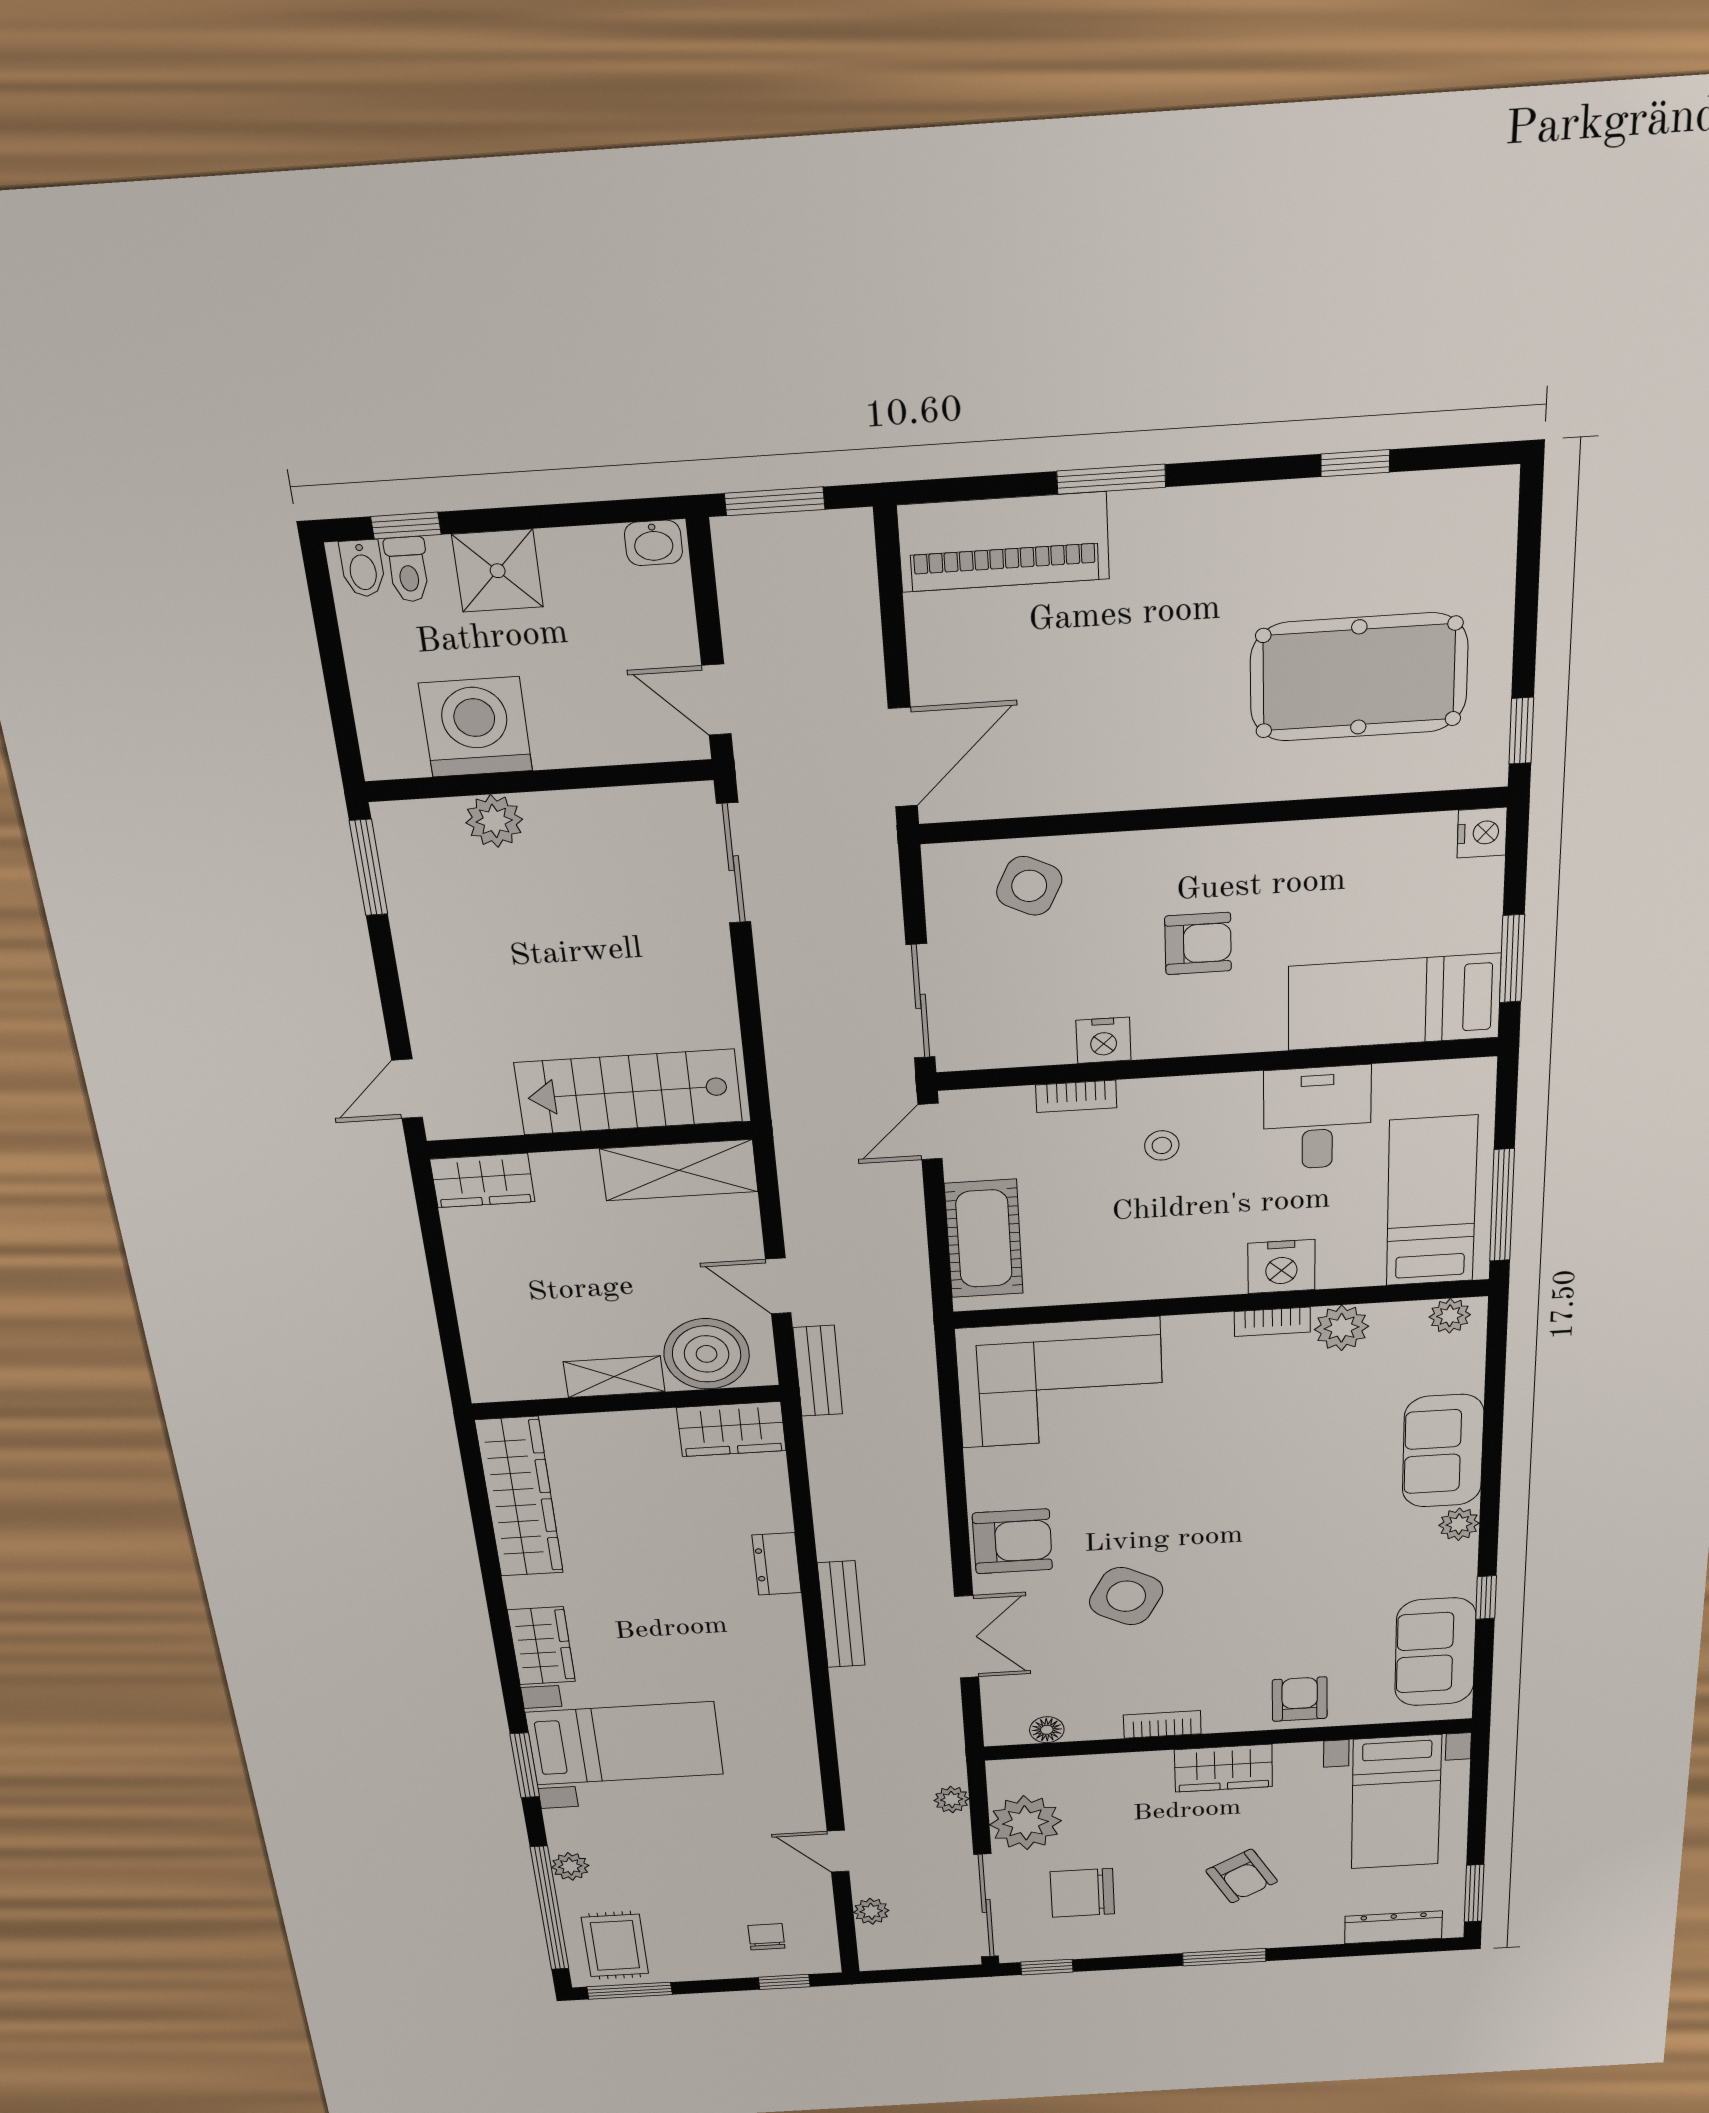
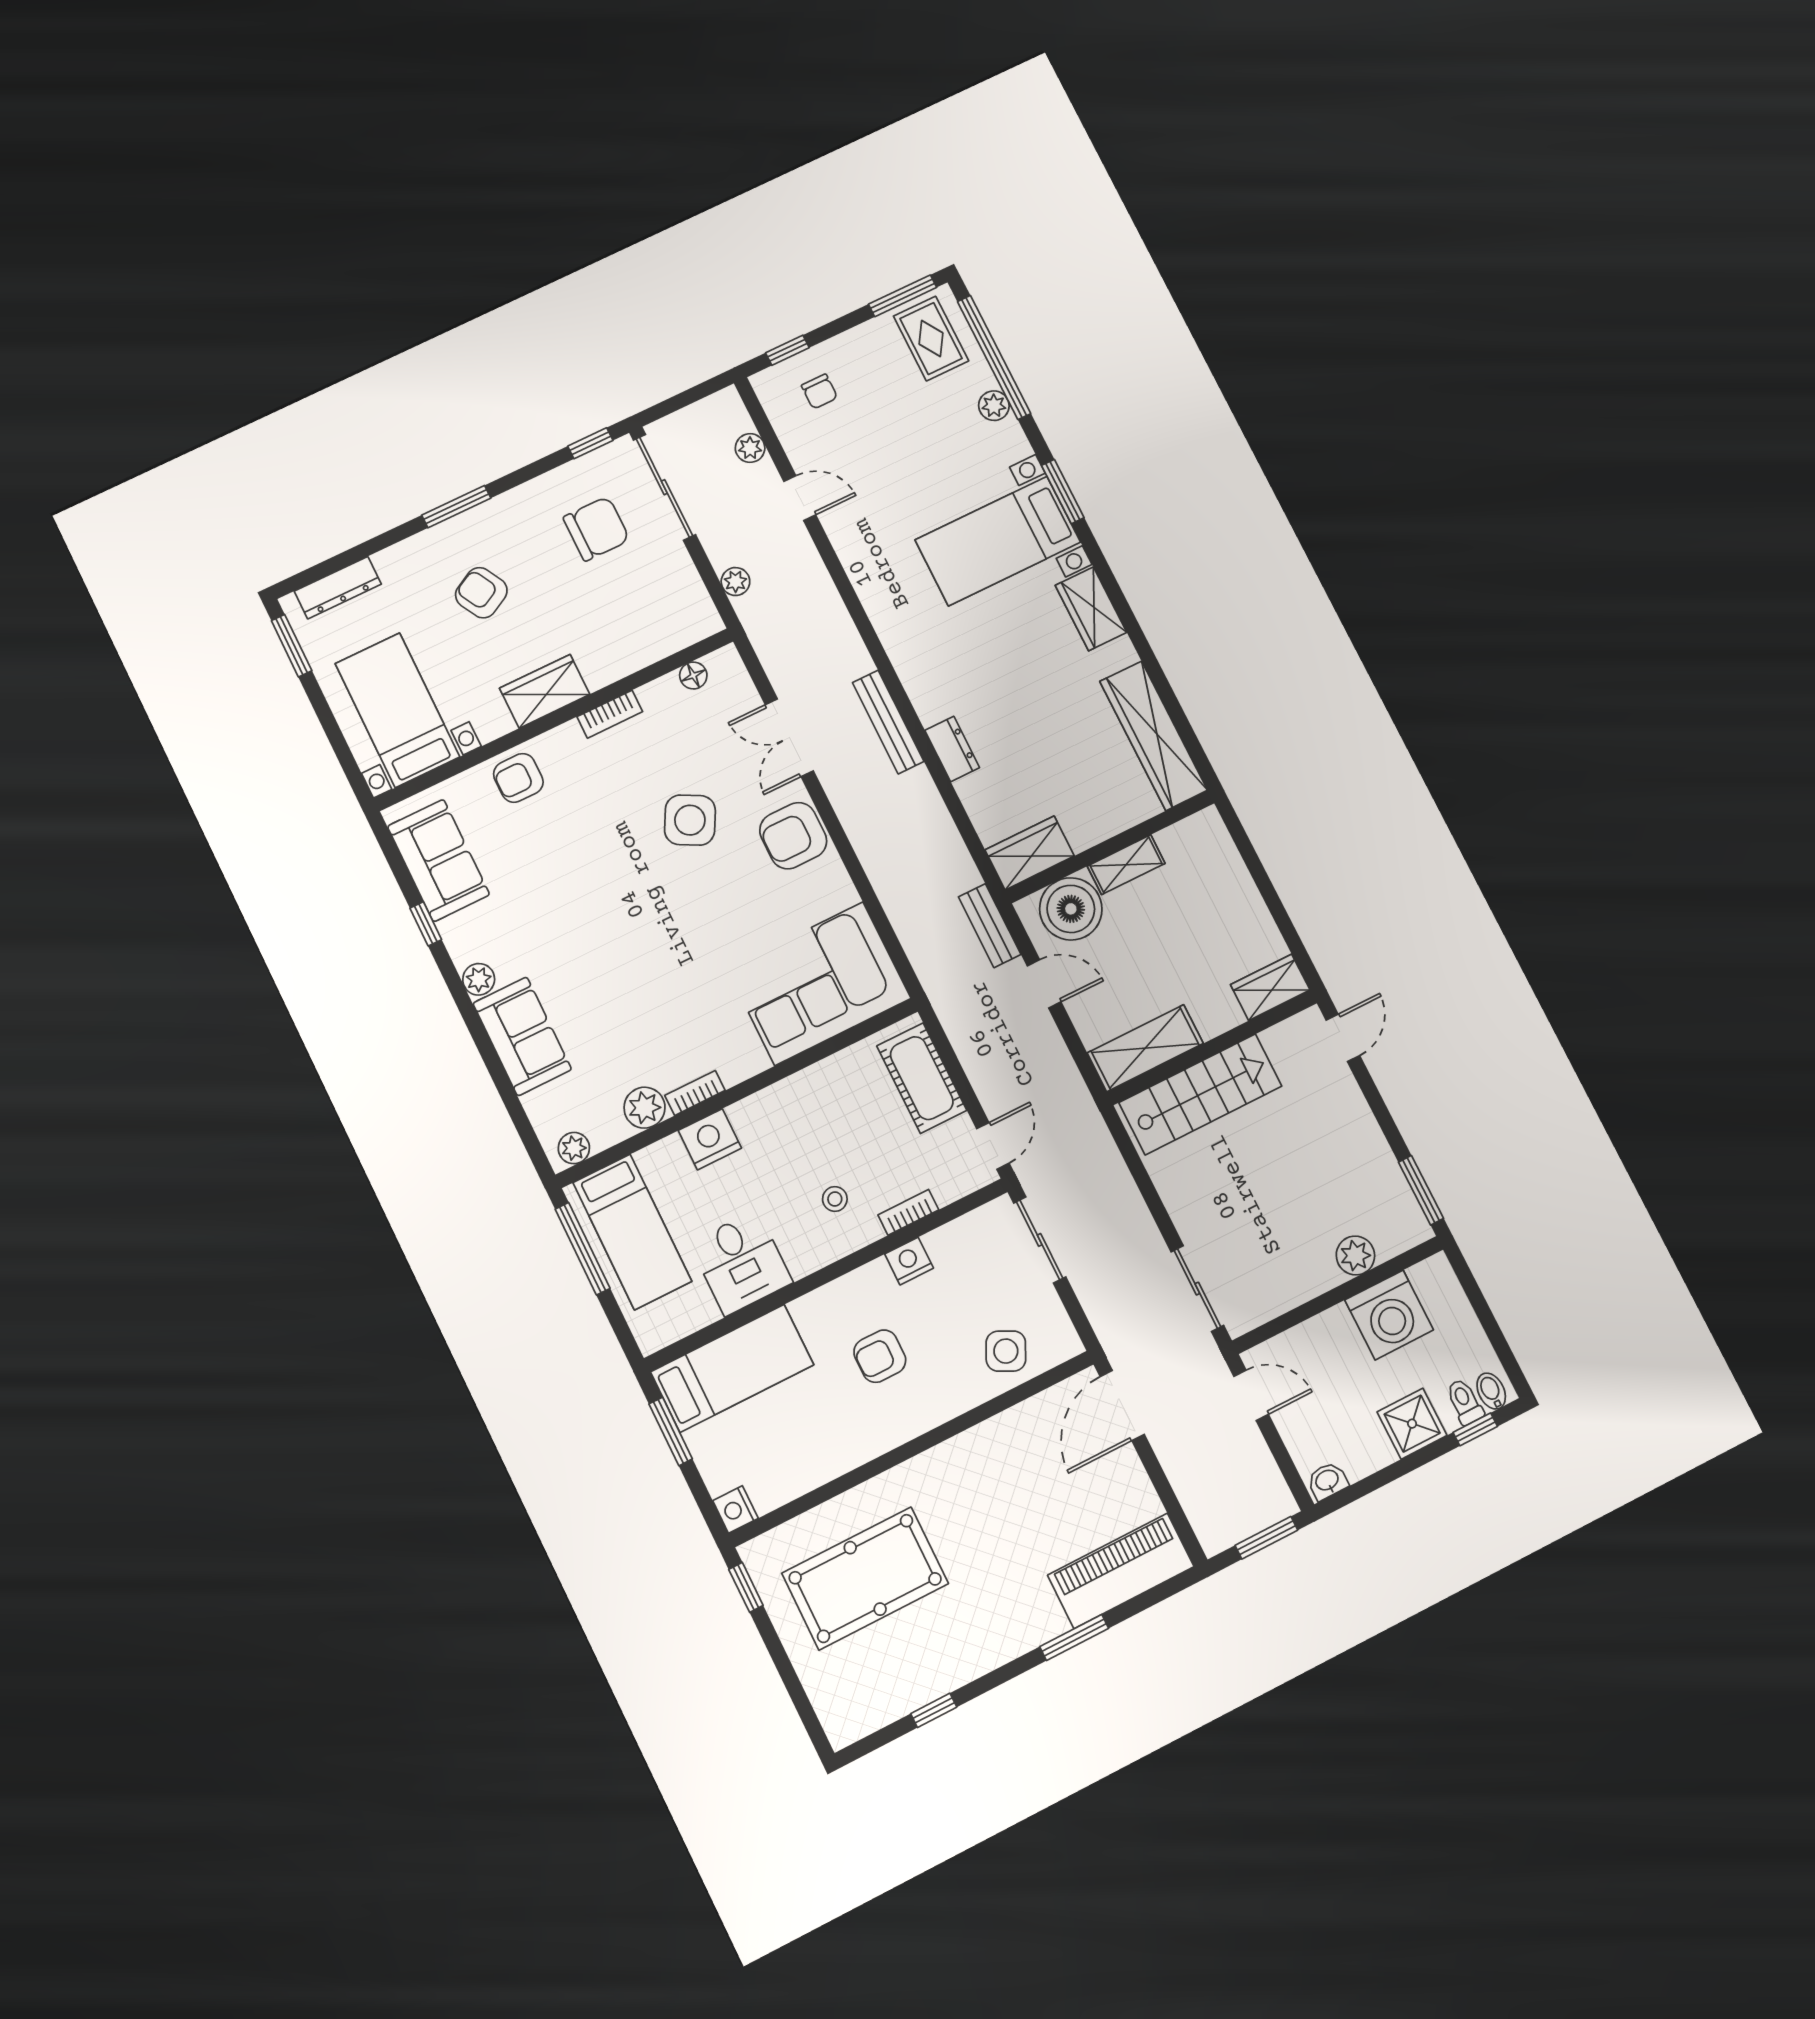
armchair: (1300, 1699) -> (518, 778), turned 90
plant: (1025, 1823) -> (670, 581), removed

